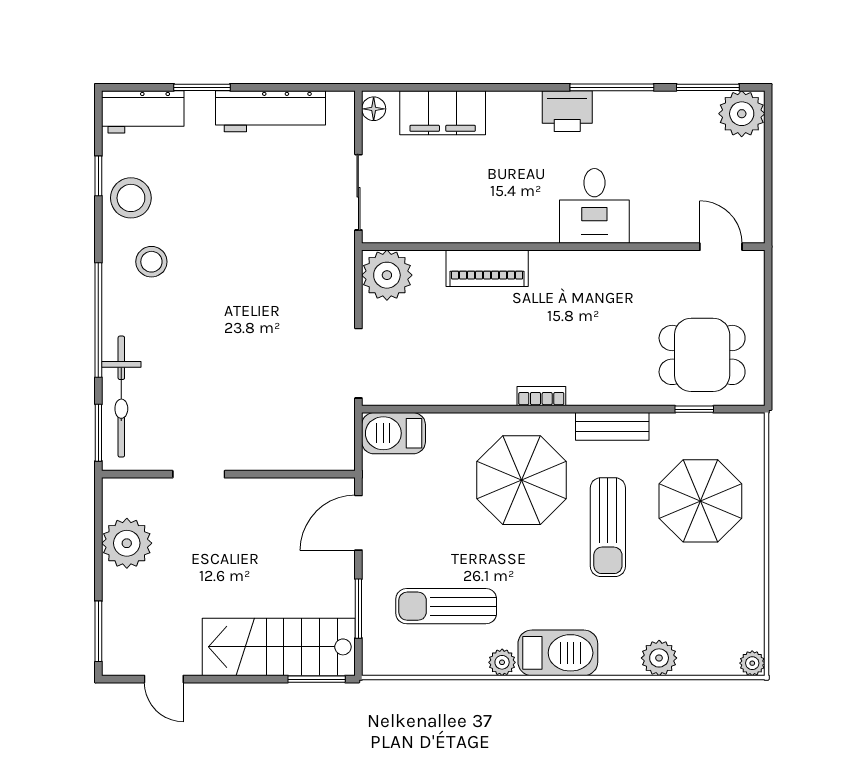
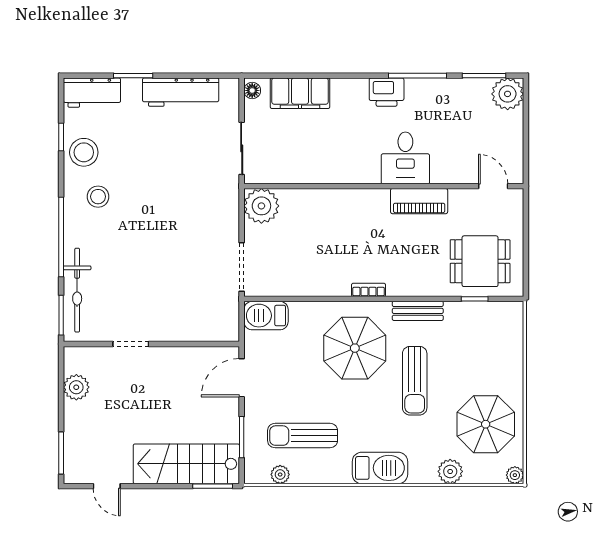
piano: (487, 268) -> (419, 201), moved
parasol: (700, 501) -> (486, 424), moved
plant: (127, 543) -> (76, 387), width x0.73, depth x0.73
plant: (502, 662) -> (280, 475), moved

